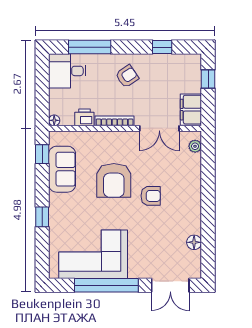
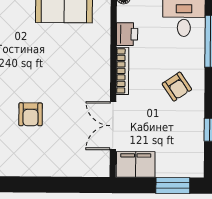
window: (208, 79) -> (173, 185), width x1.50
plant: (195, 146) -> (91, 169), removed
armchair: (114, 180) -> (50, 69), removed

